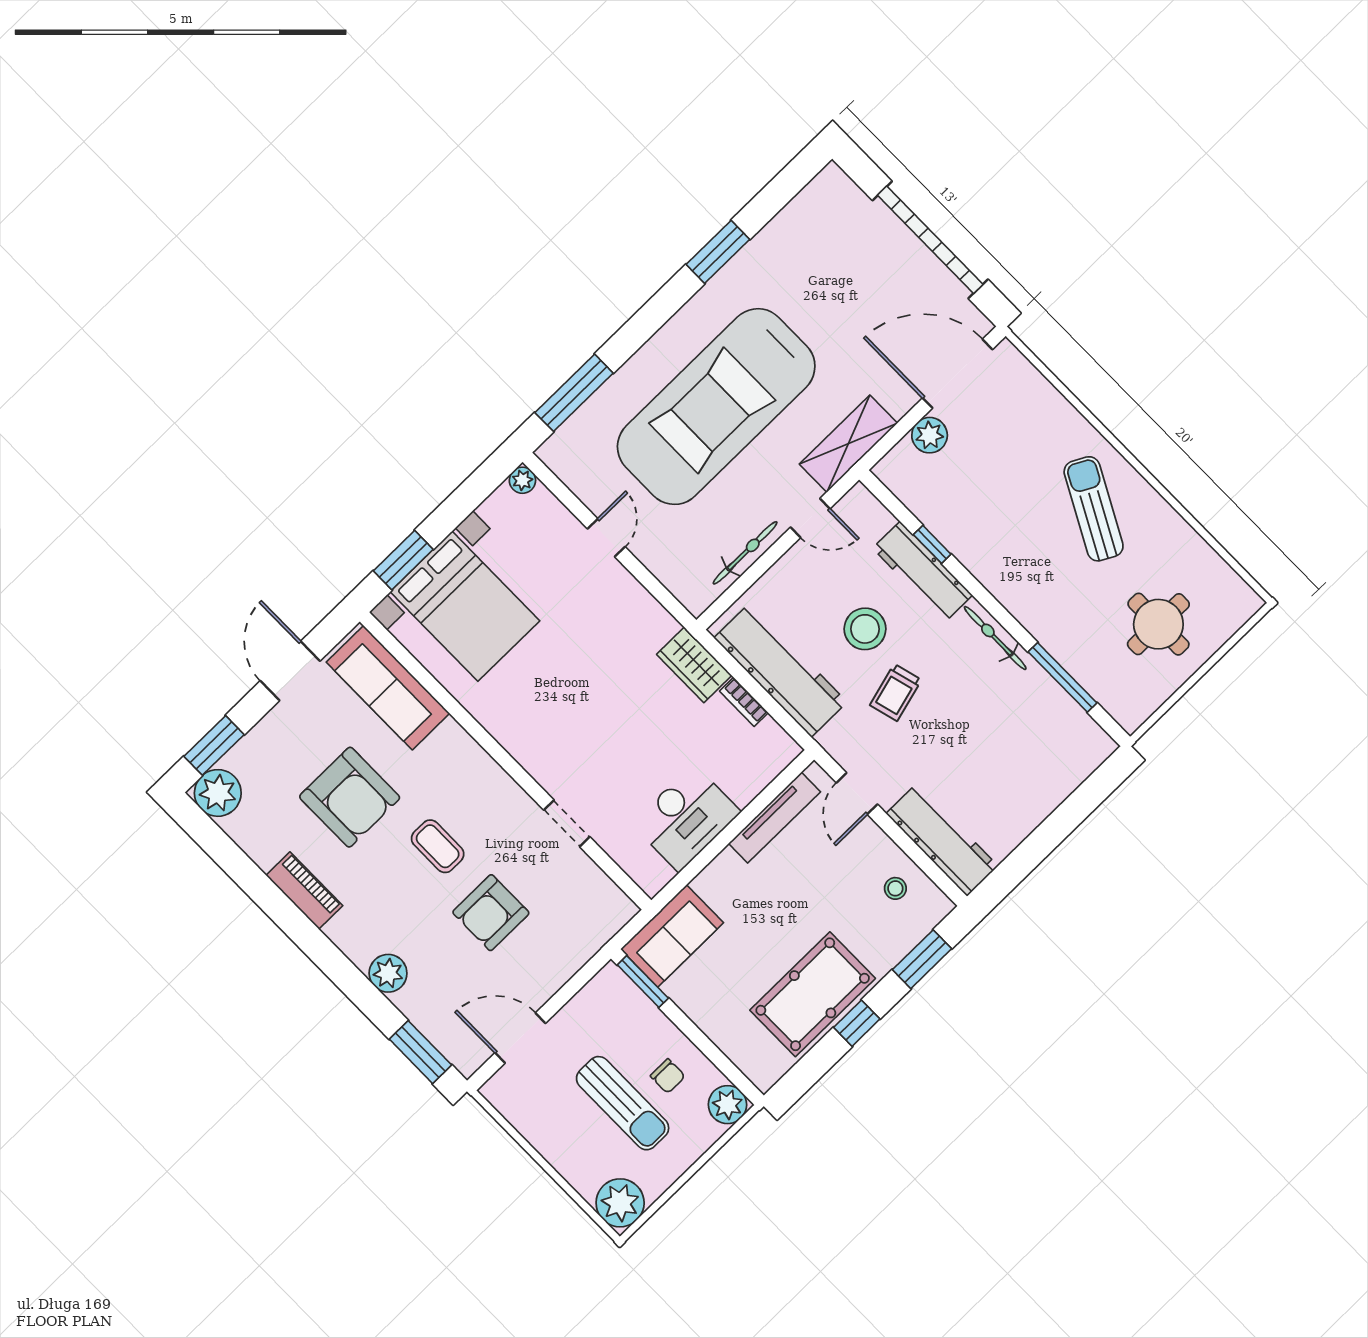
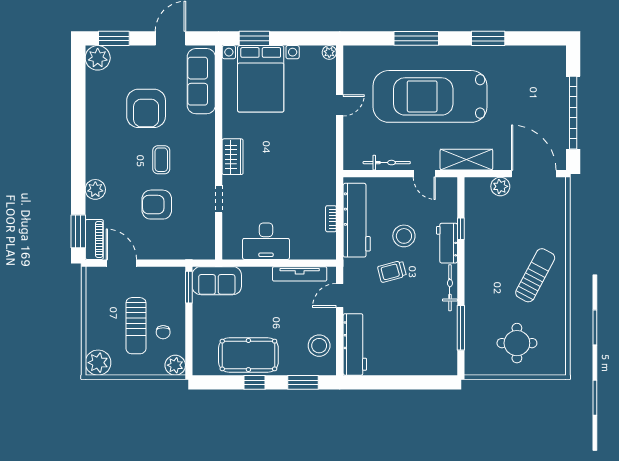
window: (574, 393) -> (416, 38), moved
workbench: (922, 572) -> (447, 243), width x0.73
wardrobe: (694, 665) -> (233, 157), moved, turned 180
stool: (895, 888) -> (319, 346), width x1.89, depth x1.89
piano: (304, 891) -> (94, 239), moved

